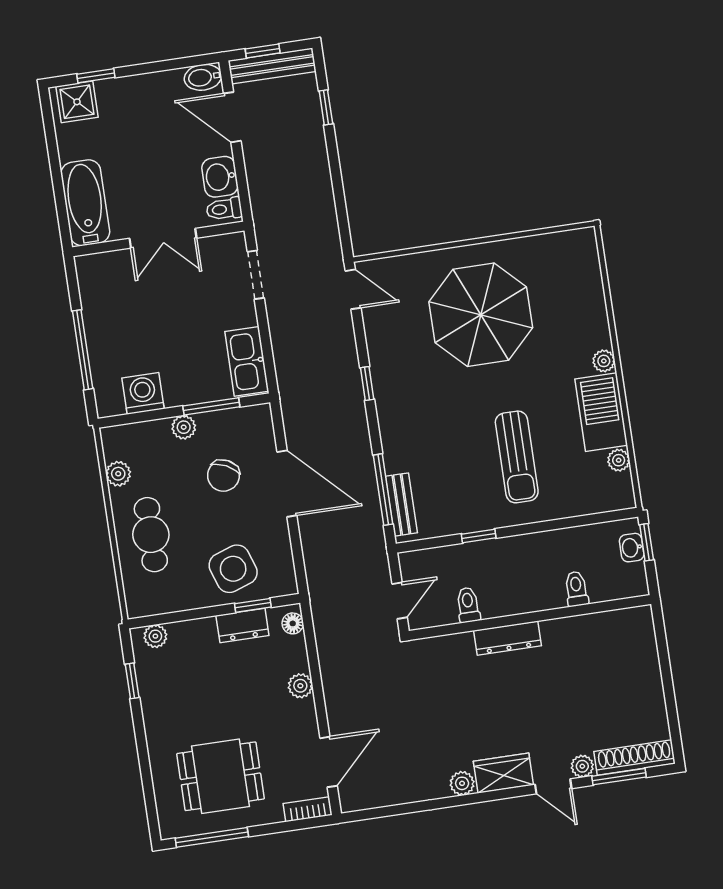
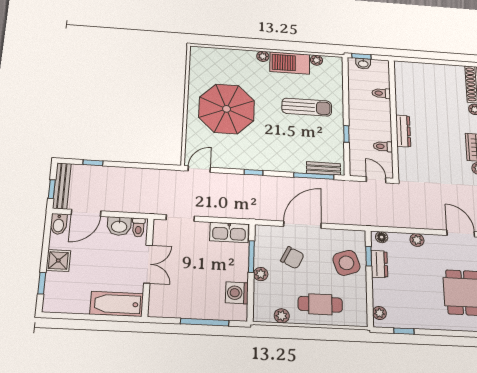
shower: (77, 102) -> (58, 261), moved

